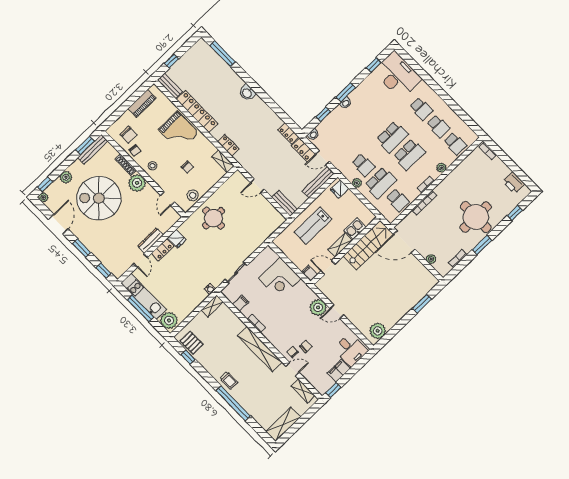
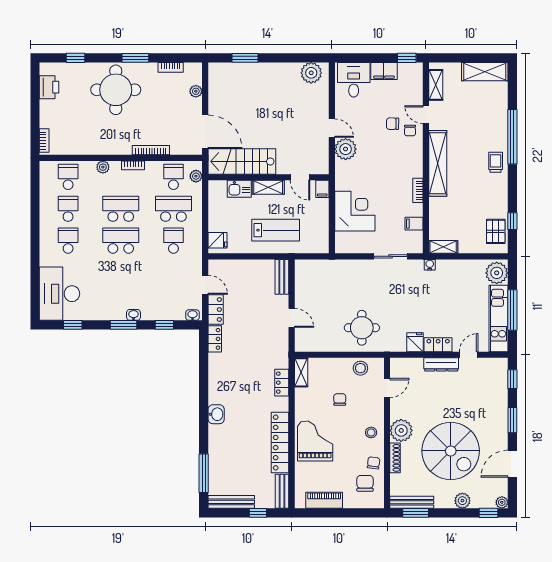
bench: (318, 182) -> (231, 502), moved
plant: (357, 183) -> (196, 176), moved

